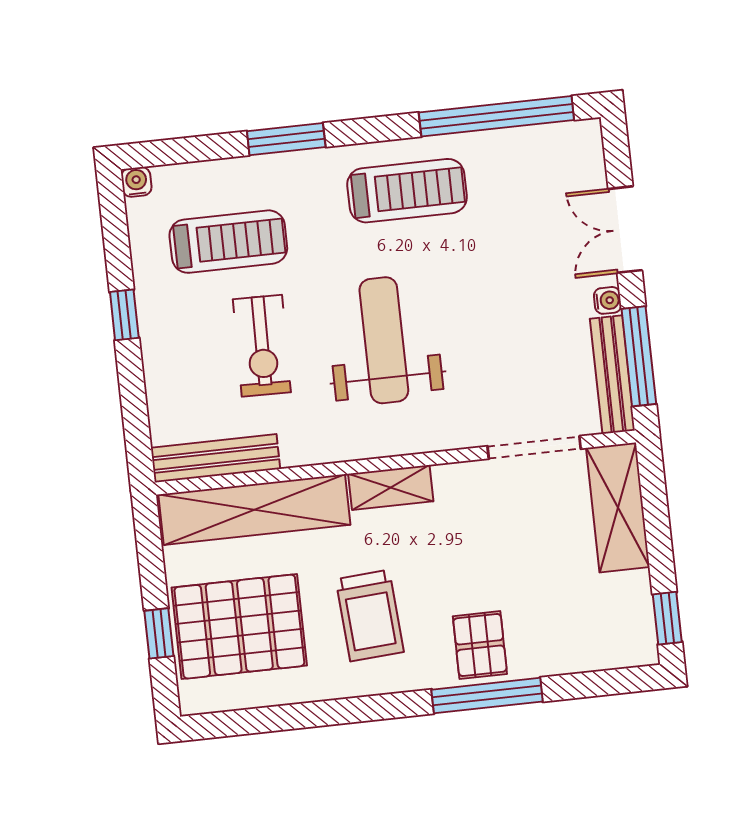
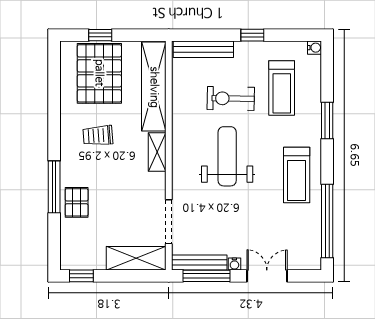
weight bench: (384, 340) -> (227, 156), turned -90
bench: (215, 458) -> (203, 49), moved, turned 90
trolley: (370, 616) -> (98, 136), width x0.73, depth x0.72
pallet: (480, 645) -> (77, 202), moved, turned 90

